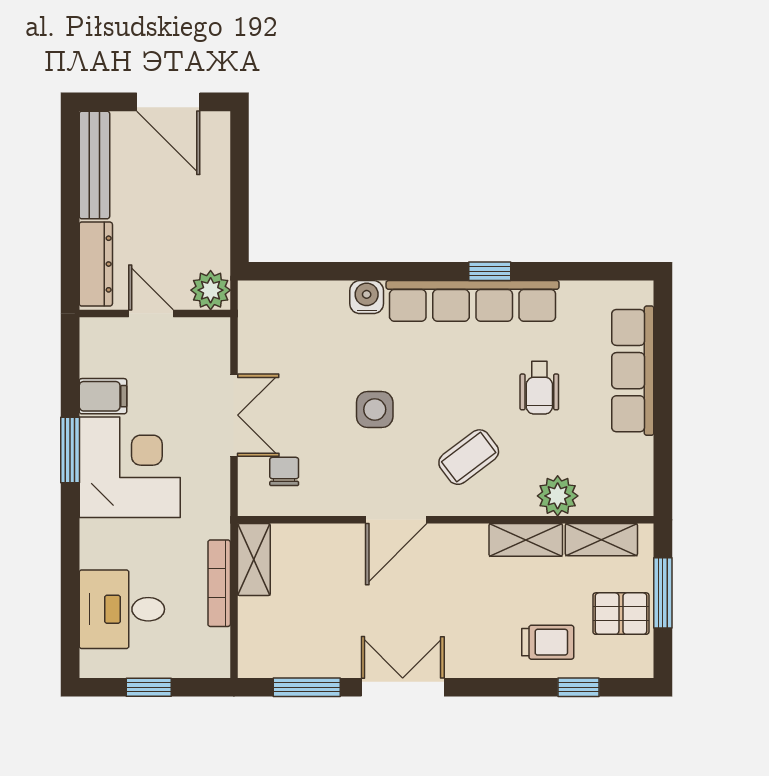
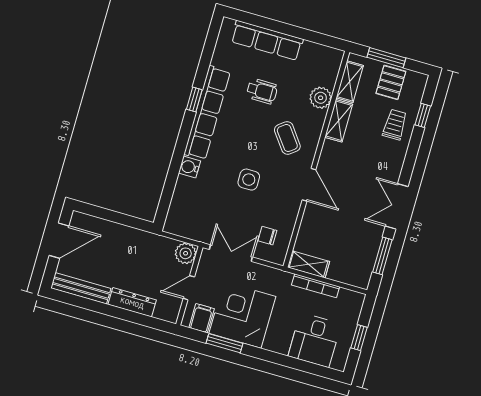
plant: (211, 290) -> (186, 253), moved
door: (151, 314) -> (189, 288), moved
wall: (155, 314) -> (189, 286), moved

